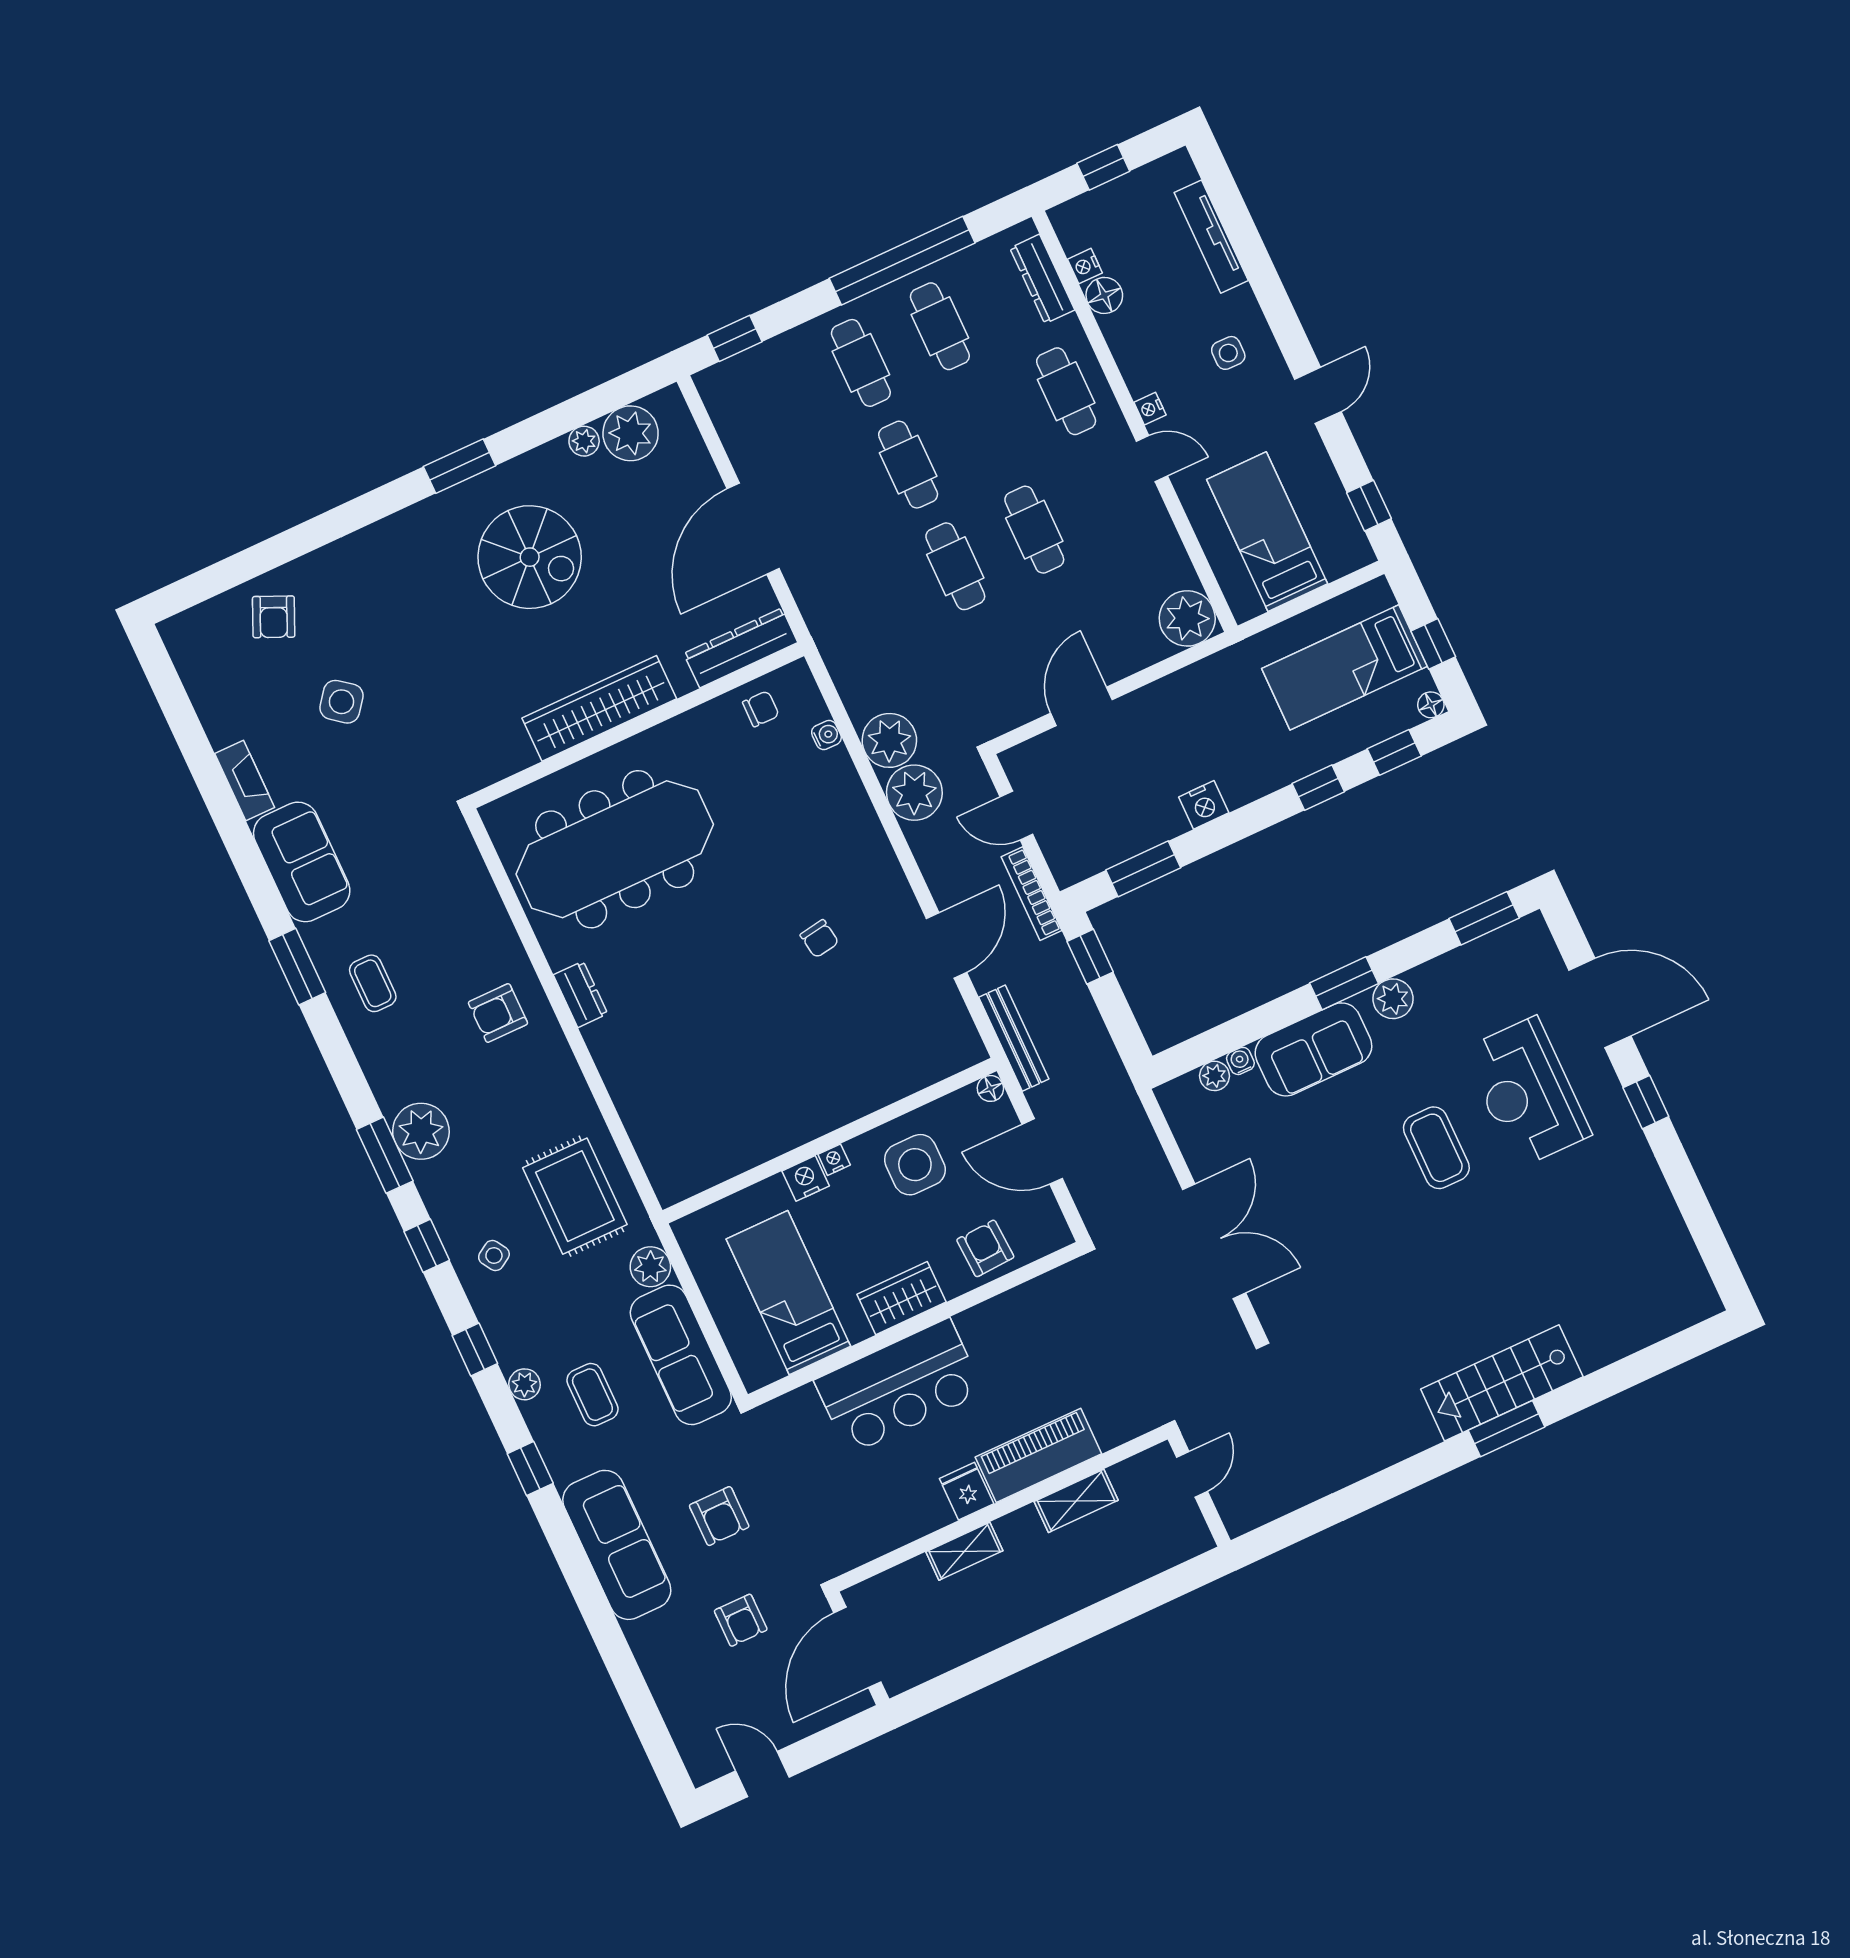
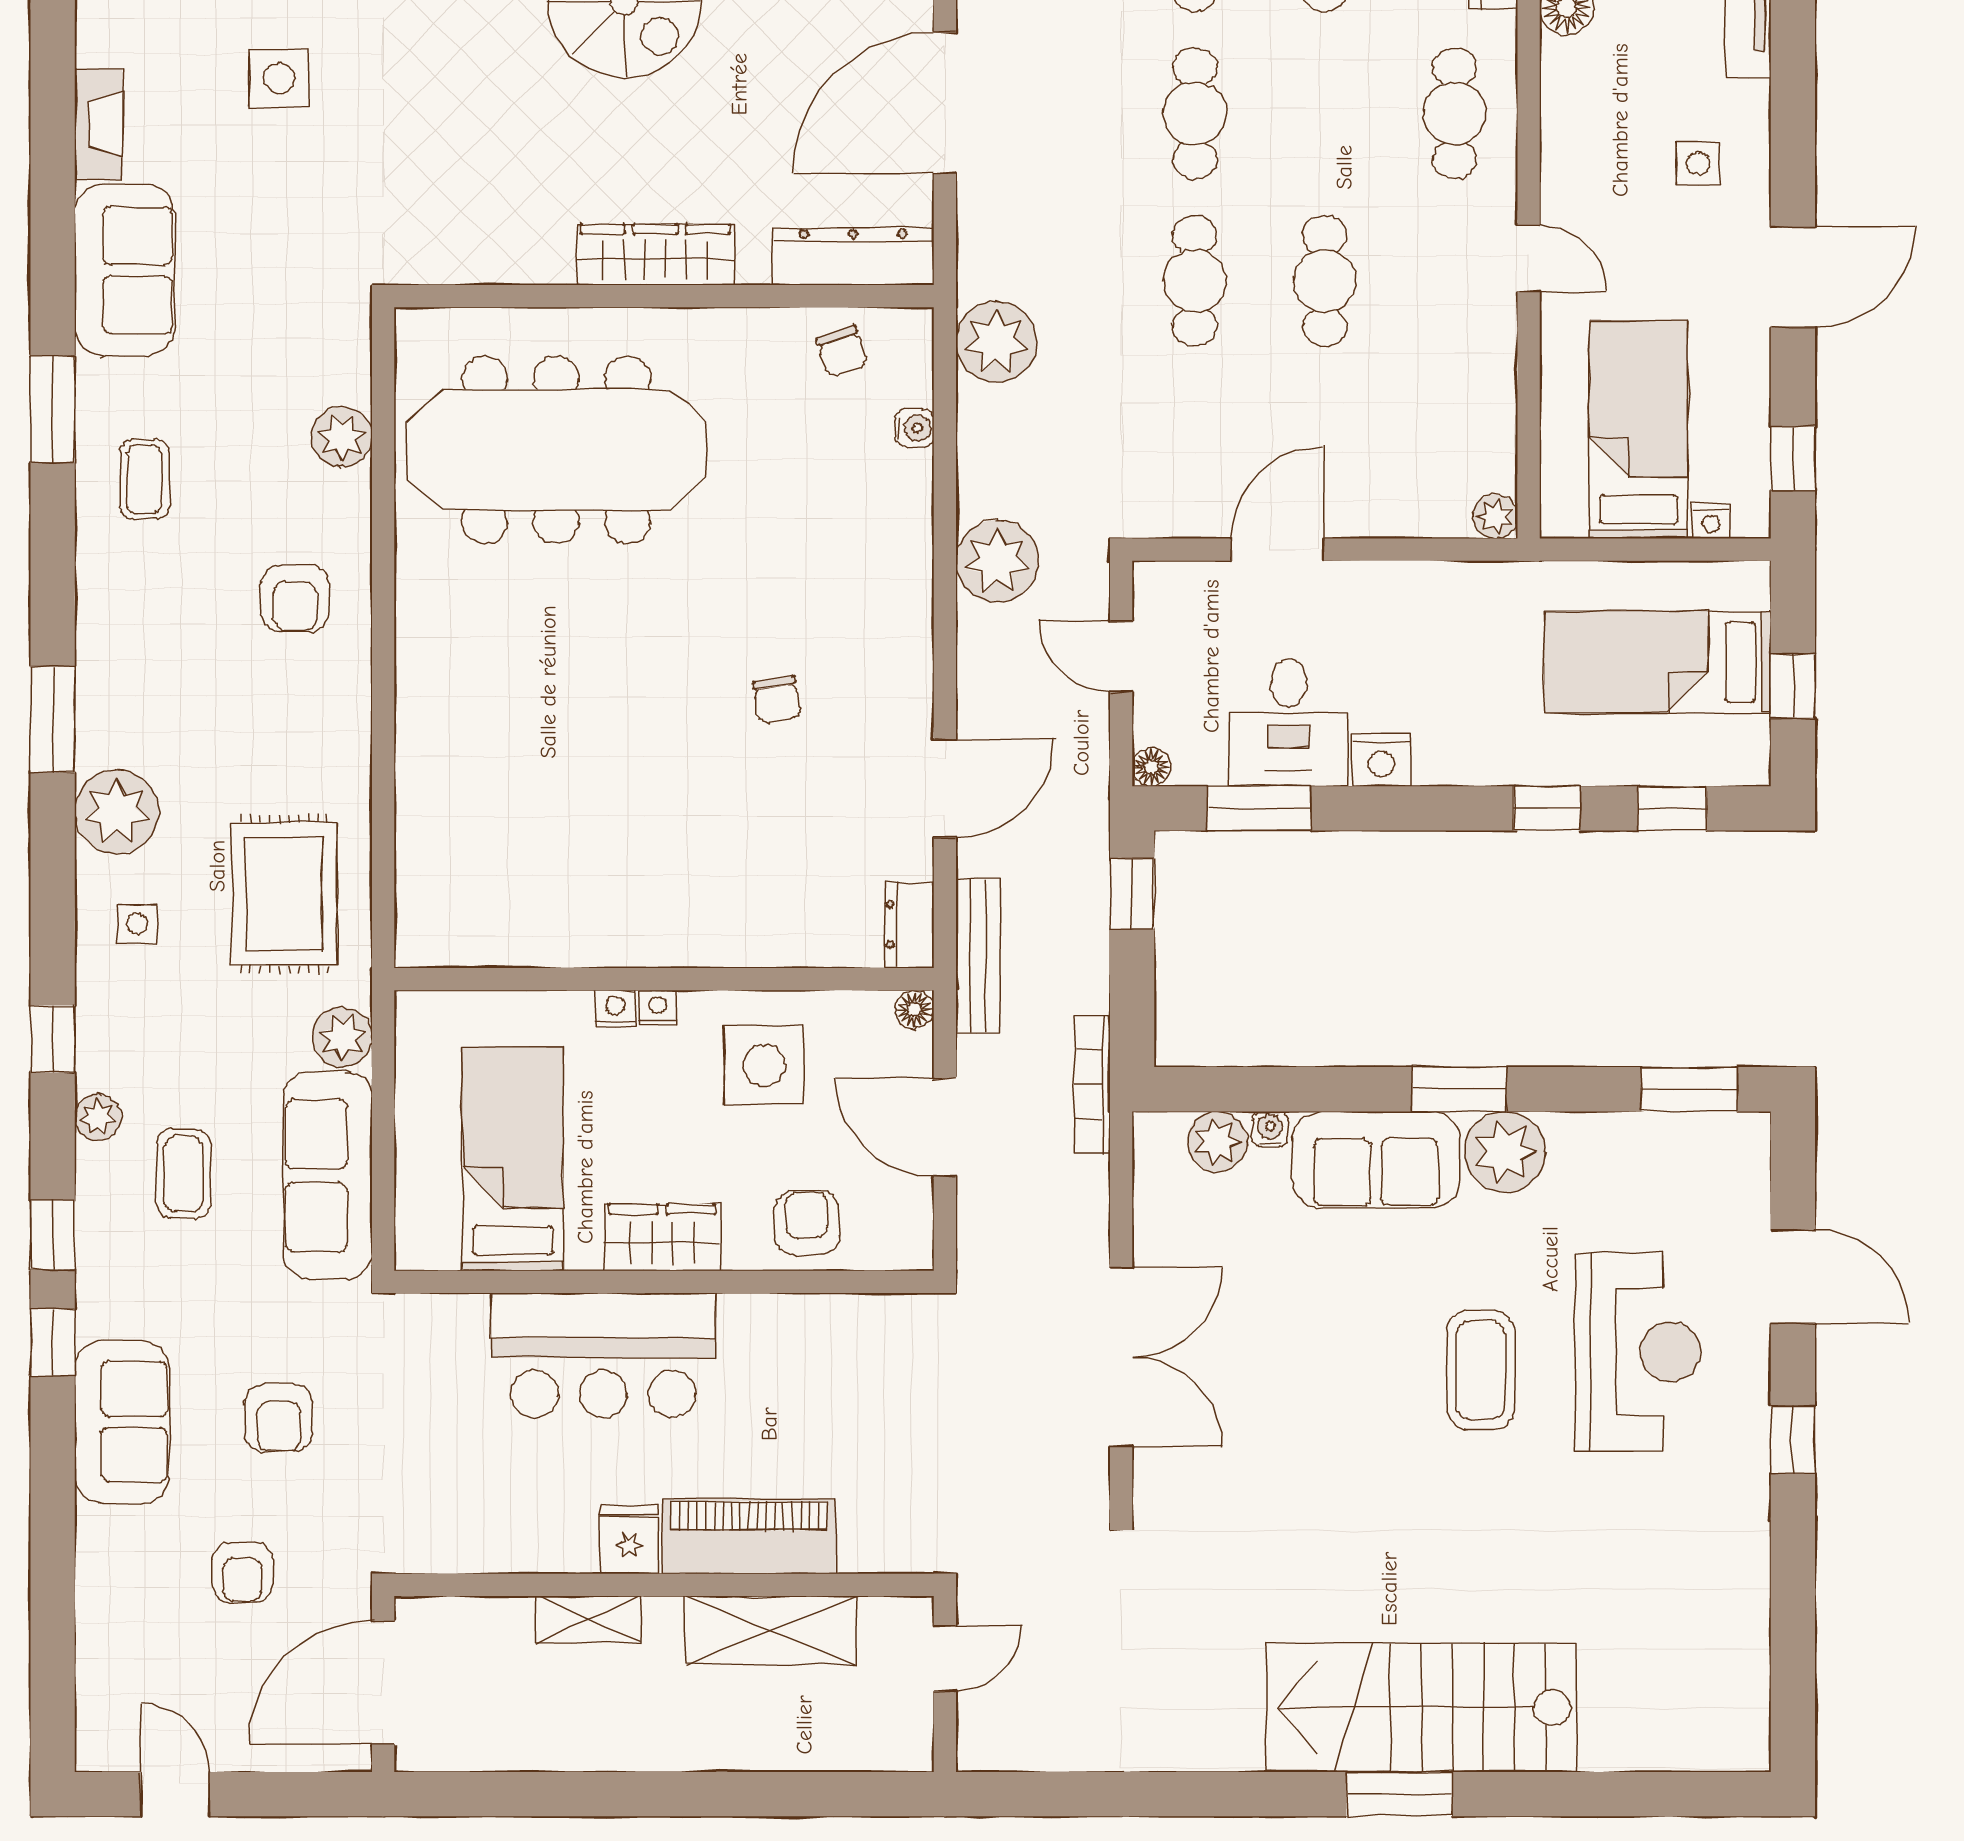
door: (1318, 395) -> (1793, 277), width x1.38
nightstand: (1150, 409) -> (1711, 521), moved, turned -90
plant: (1187, 618) -> (1495, 516), width x0.53, depth x0.53
side table: (341, 702) -> (279, 78), turned -38
floor lamp: (1431, 705) -> (1151, 767), moved
wardrobe: (599, 708) -> (655, 255), width x0.71, depth x0.85
chair: (761, 709) -> (842, 351), turned 71
plant: (889, 740) -> (996, 342), moved
desk: (1137, 808) -> (1289, 723), added
bookcase: (1031, 894) -> (1092, 1085), moved
plant: (481, 902) -> (342, 437), added
dresser: (580, 994) -> (909, 924), moved, turned 180
plant: (1393, 999) -> (1505, 1152), width x1.36, depth x1.36
door: (1600, 1003) -> (1793, 1277), width x0.73
armchair: (498, 1013) -> (295, 598), turned -90
plant: (1215, 1076) -> (1217, 1142), width x1.38, depth x1.38
reception desk: (1527, 1092) -> (1638, 1352), turned 180
plant: (421, 1131) -> (117, 812), moved
nightstand: (806, 1178) -> (615, 1009), width x0.72, depth x0.74
window: (427, 1246) -> (53, 1342), moved
side table: (494, 1255) -> (137, 924), turned 32
stairs: (1502, 1383) -> (1422, 1707), width x1.36, depth x1.51
shelving: (1076, 1501) -> (771, 1630), width x1.50, depth x1.33
sofa: (617, 1545) -> (122, 1422), width x0.73

